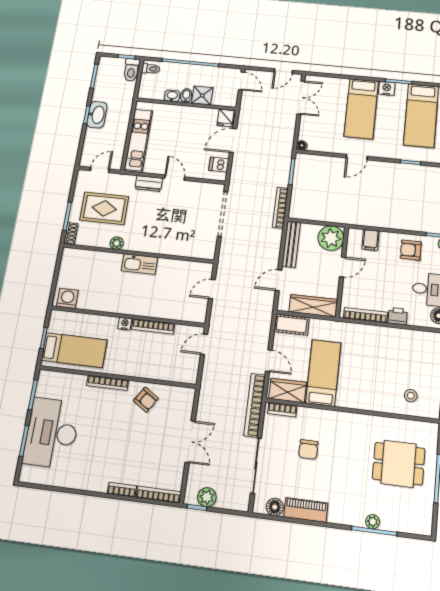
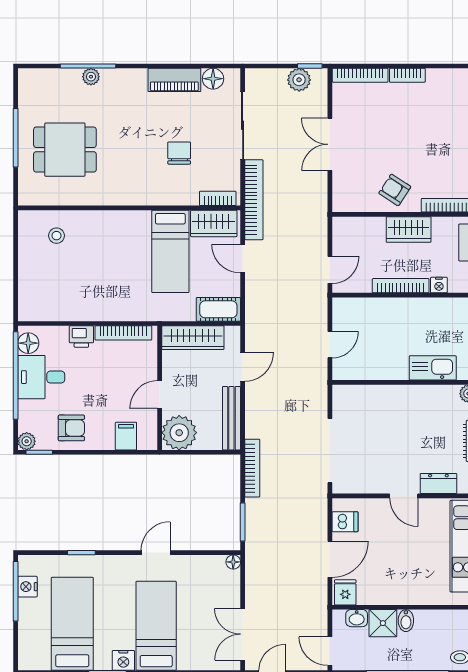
washbasin: (172, 96) -> (357, 618), moved
wardrobe: (140, 368) -> (409, 229), added

